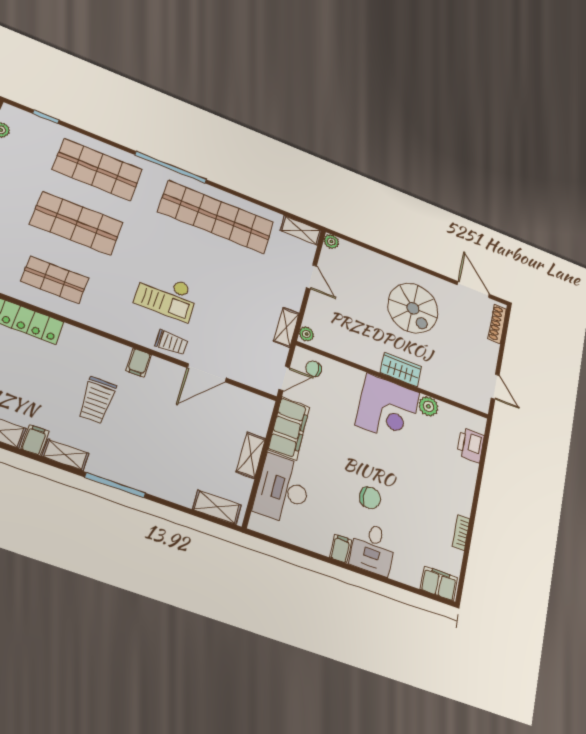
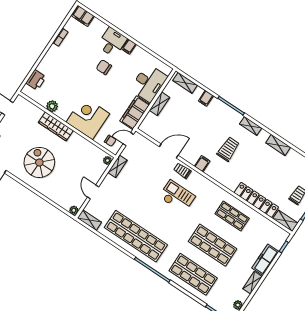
wardrobe: (401, 370) -> (56, 127), width x1.50
corner desk: (387, 409) -> (88, 118), moved
filing cabinet: (35, 440) -> (206, 98), moved

